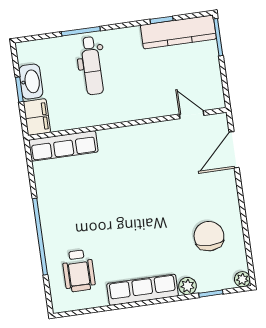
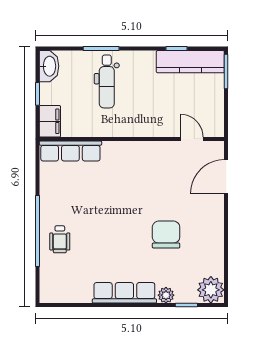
washbasin: (31, 82) -> (49, 66), moved
chair: (209, 236) -> (166, 235), moved
wheelchair: (79, 271) -> (60, 239), moved, width x0.73, depth x0.73
plant: (242, 279) -> (211, 290), width x1.87, depth x1.87

